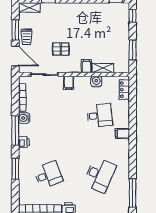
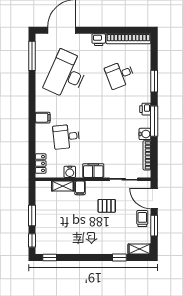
window: (133, 50) -> (32, 215), moved
filing cabinet: (69, 83) -> (93, 171), width x2.00
desk: (100, 175) -> (66, 75), width x1.36, depth x1.30

